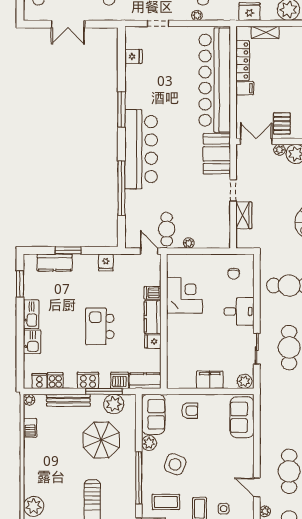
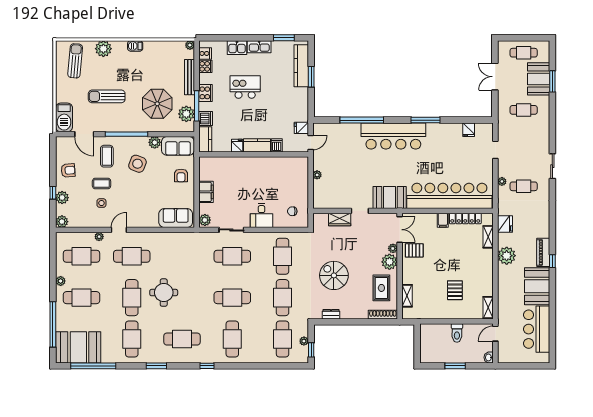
cafe table: (167, 229) -> (328, 157), removed
fridge: (106, 262) -> (301, 128), moved
kitchen counter: (54, 263) -> (301, 66), width x1.50
corner desk: (184, 295) -> (275, 171), removed
kitchen island: (100, 326) -> (245, 87), moved
barbecue: (30, 428) -> (135, 46), moved

